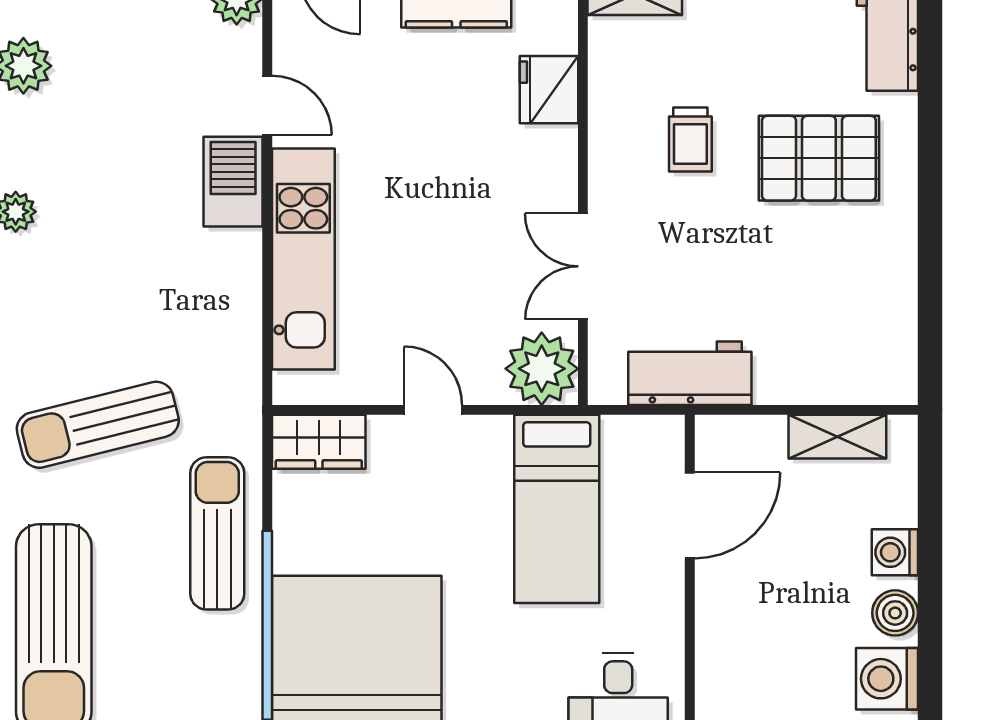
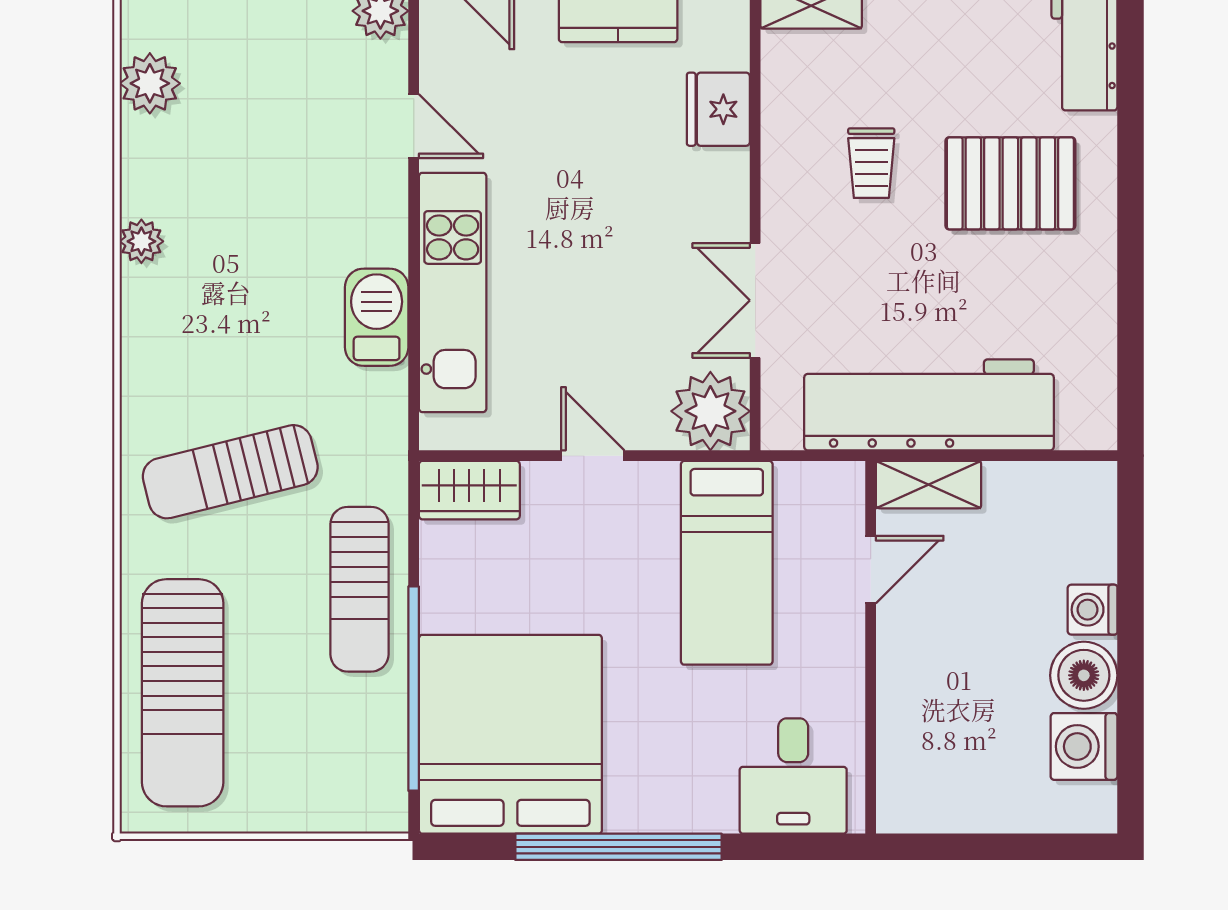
barbecue: (233, 182) -> (377, 317), moved
workbench: (690, 373) -> (929, 405), width x1.88, depth x1.32
shelving: (837, 437) -> (929, 485), moved
door: (690, 515) -> (871, 570), width x0.73
sun lounger: (217, 533) -> (359, 589), turned 180
boiler: (895, 613) -> (1084, 675), width x1.36, depth x1.36

